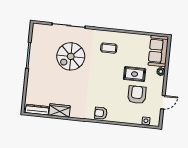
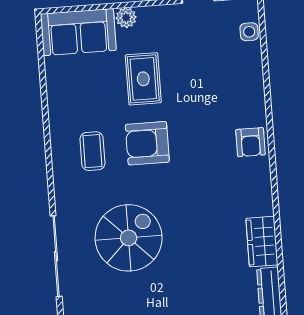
spiral stairs: (71, 56) -> (129, 238), turned -90
armchair: (137, 95) -> (147, 143), moved

